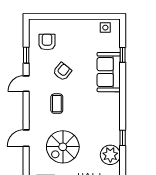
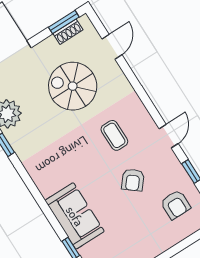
door: (26, 138) -> (112, 47), moved
spiral stairs: (63, 147) -> (73, 86), turned -90

